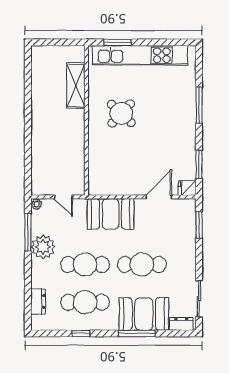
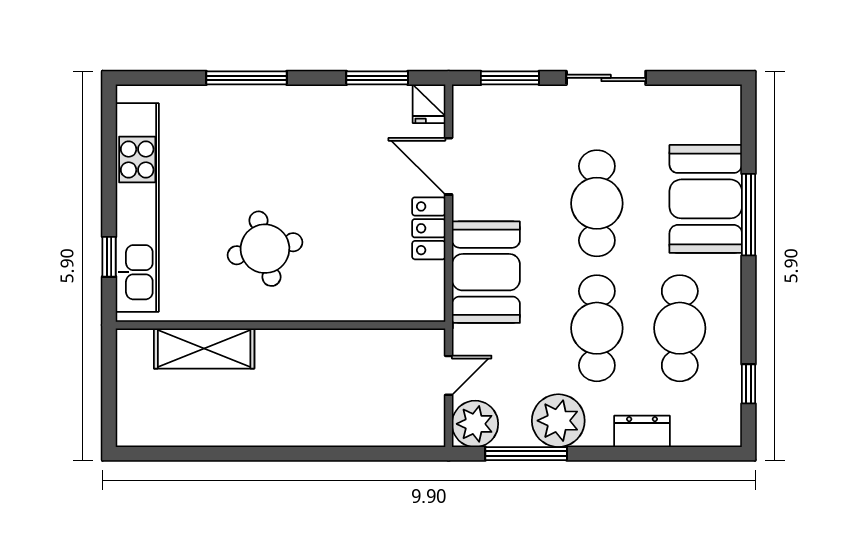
window: (118, 42) -> (109, 257), width x0.67
round table: (121, 113) -> (265, 249), turned 34
locker: (131, 188) -> (429, 228), added
plant: (37, 204) -> (475, 424), width x1.87, depth x1.87
sliding door: (199, 299) -> (606, 78), moved
dresser: (38, 302) -> (642, 431), moved
dresser: (181, 324) -> (727, 116), removed
window: (81, 333) -> (749, 384), moved

